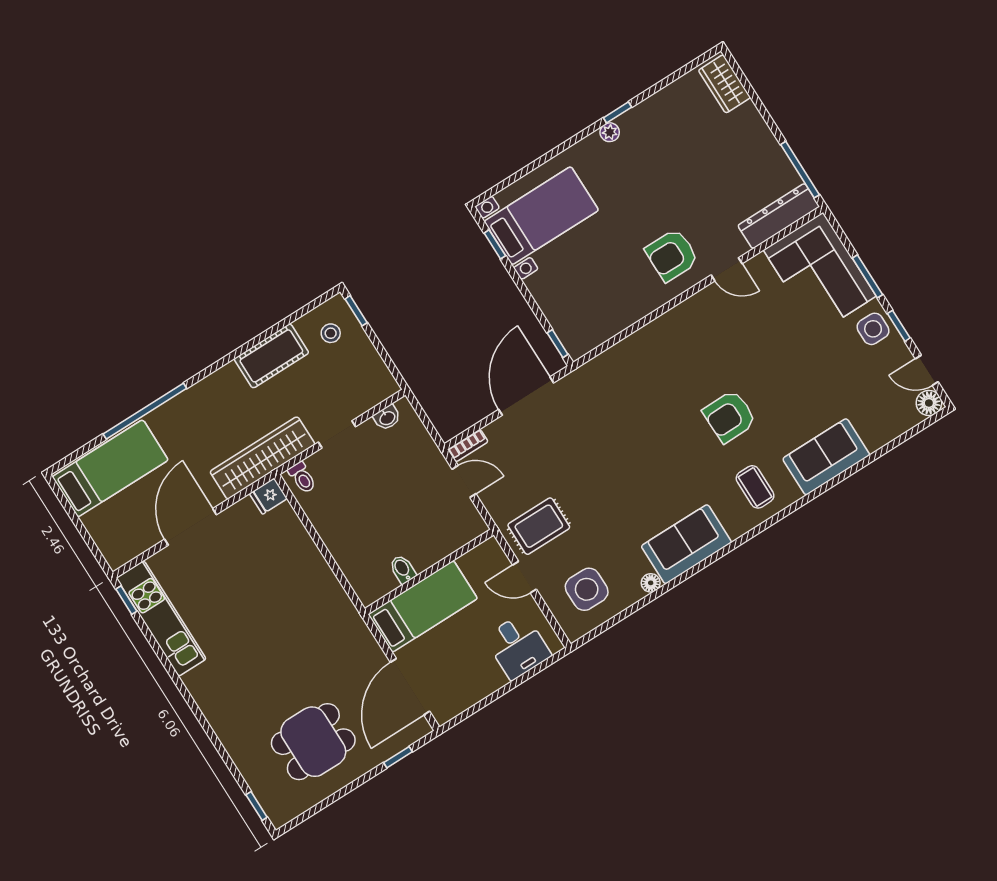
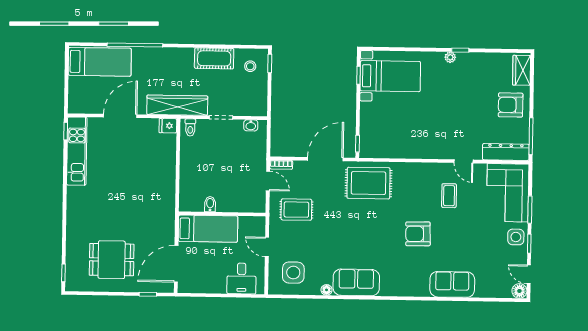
armchair: (672, 255) -> (511, 105), moved
rug: (611, 390) -> (368, 183), added
coffee table: (755, 487) -> (449, 196), moved
rug: (539, 526) -> (296, 210), moved

